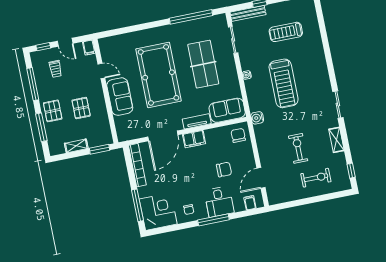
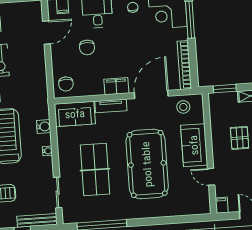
water cooler: (257, 118) -> (44, 126), moved
stool: (133, 129) -> (183, 107), added
chair: (224, 169) -> (87, 47), turned -90

